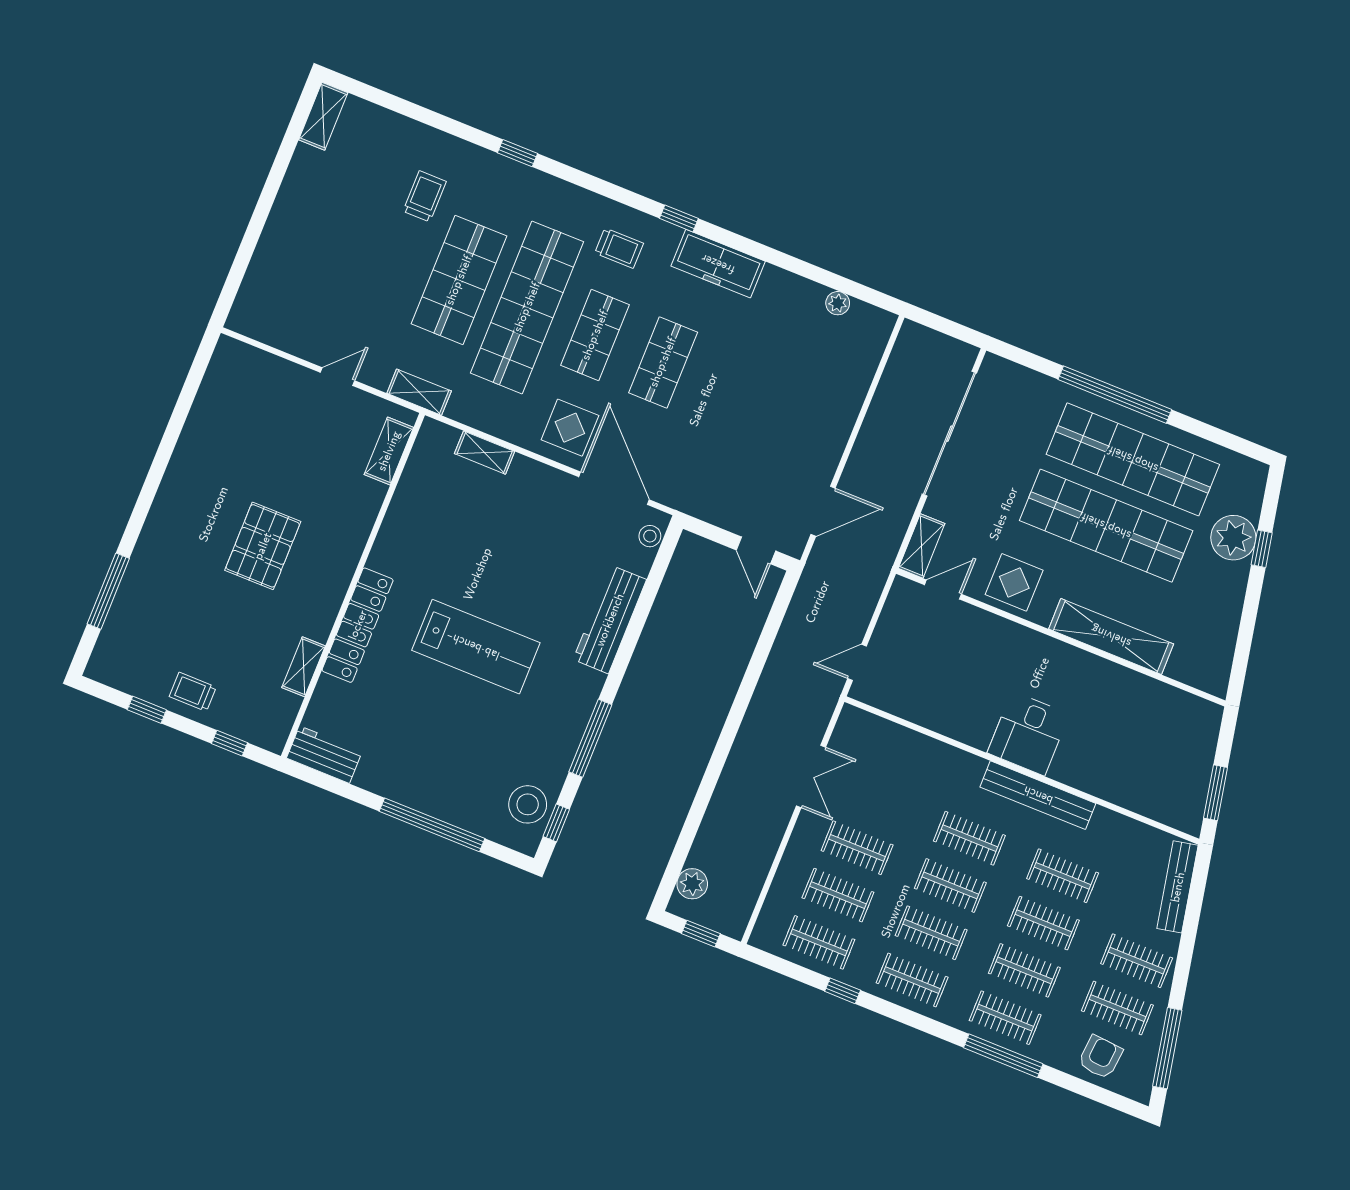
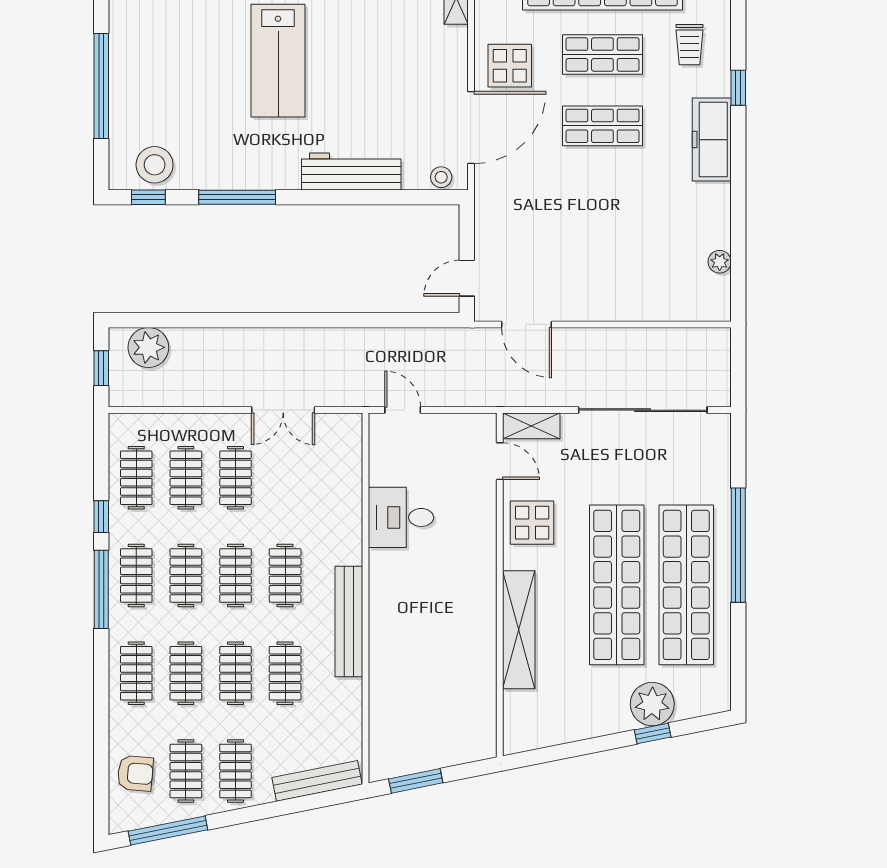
desk: (1028, 734) -> (401, 517), moved
plant: (692, 884) -> (148, 347), width x1.36, depth x1.36
window: (1003, 1056) -> (101, 589), moved

